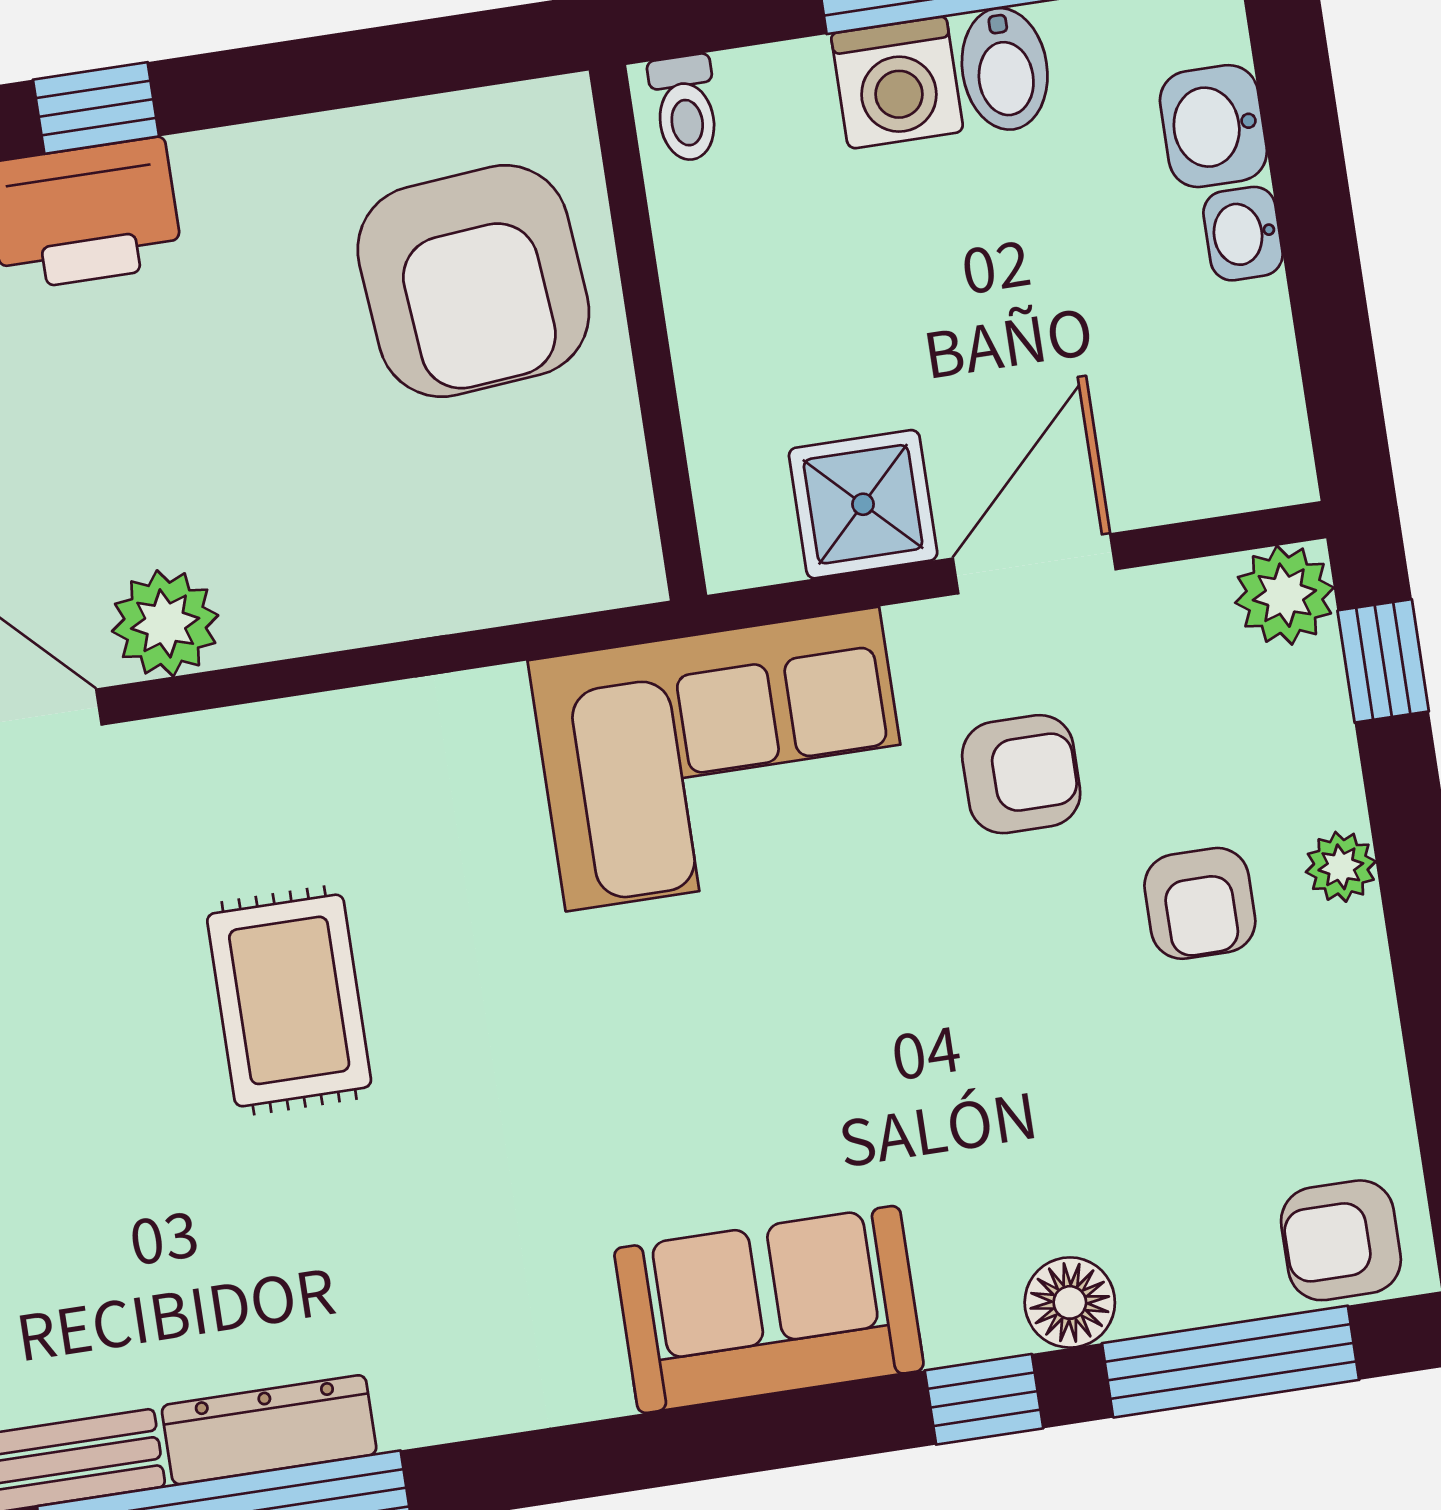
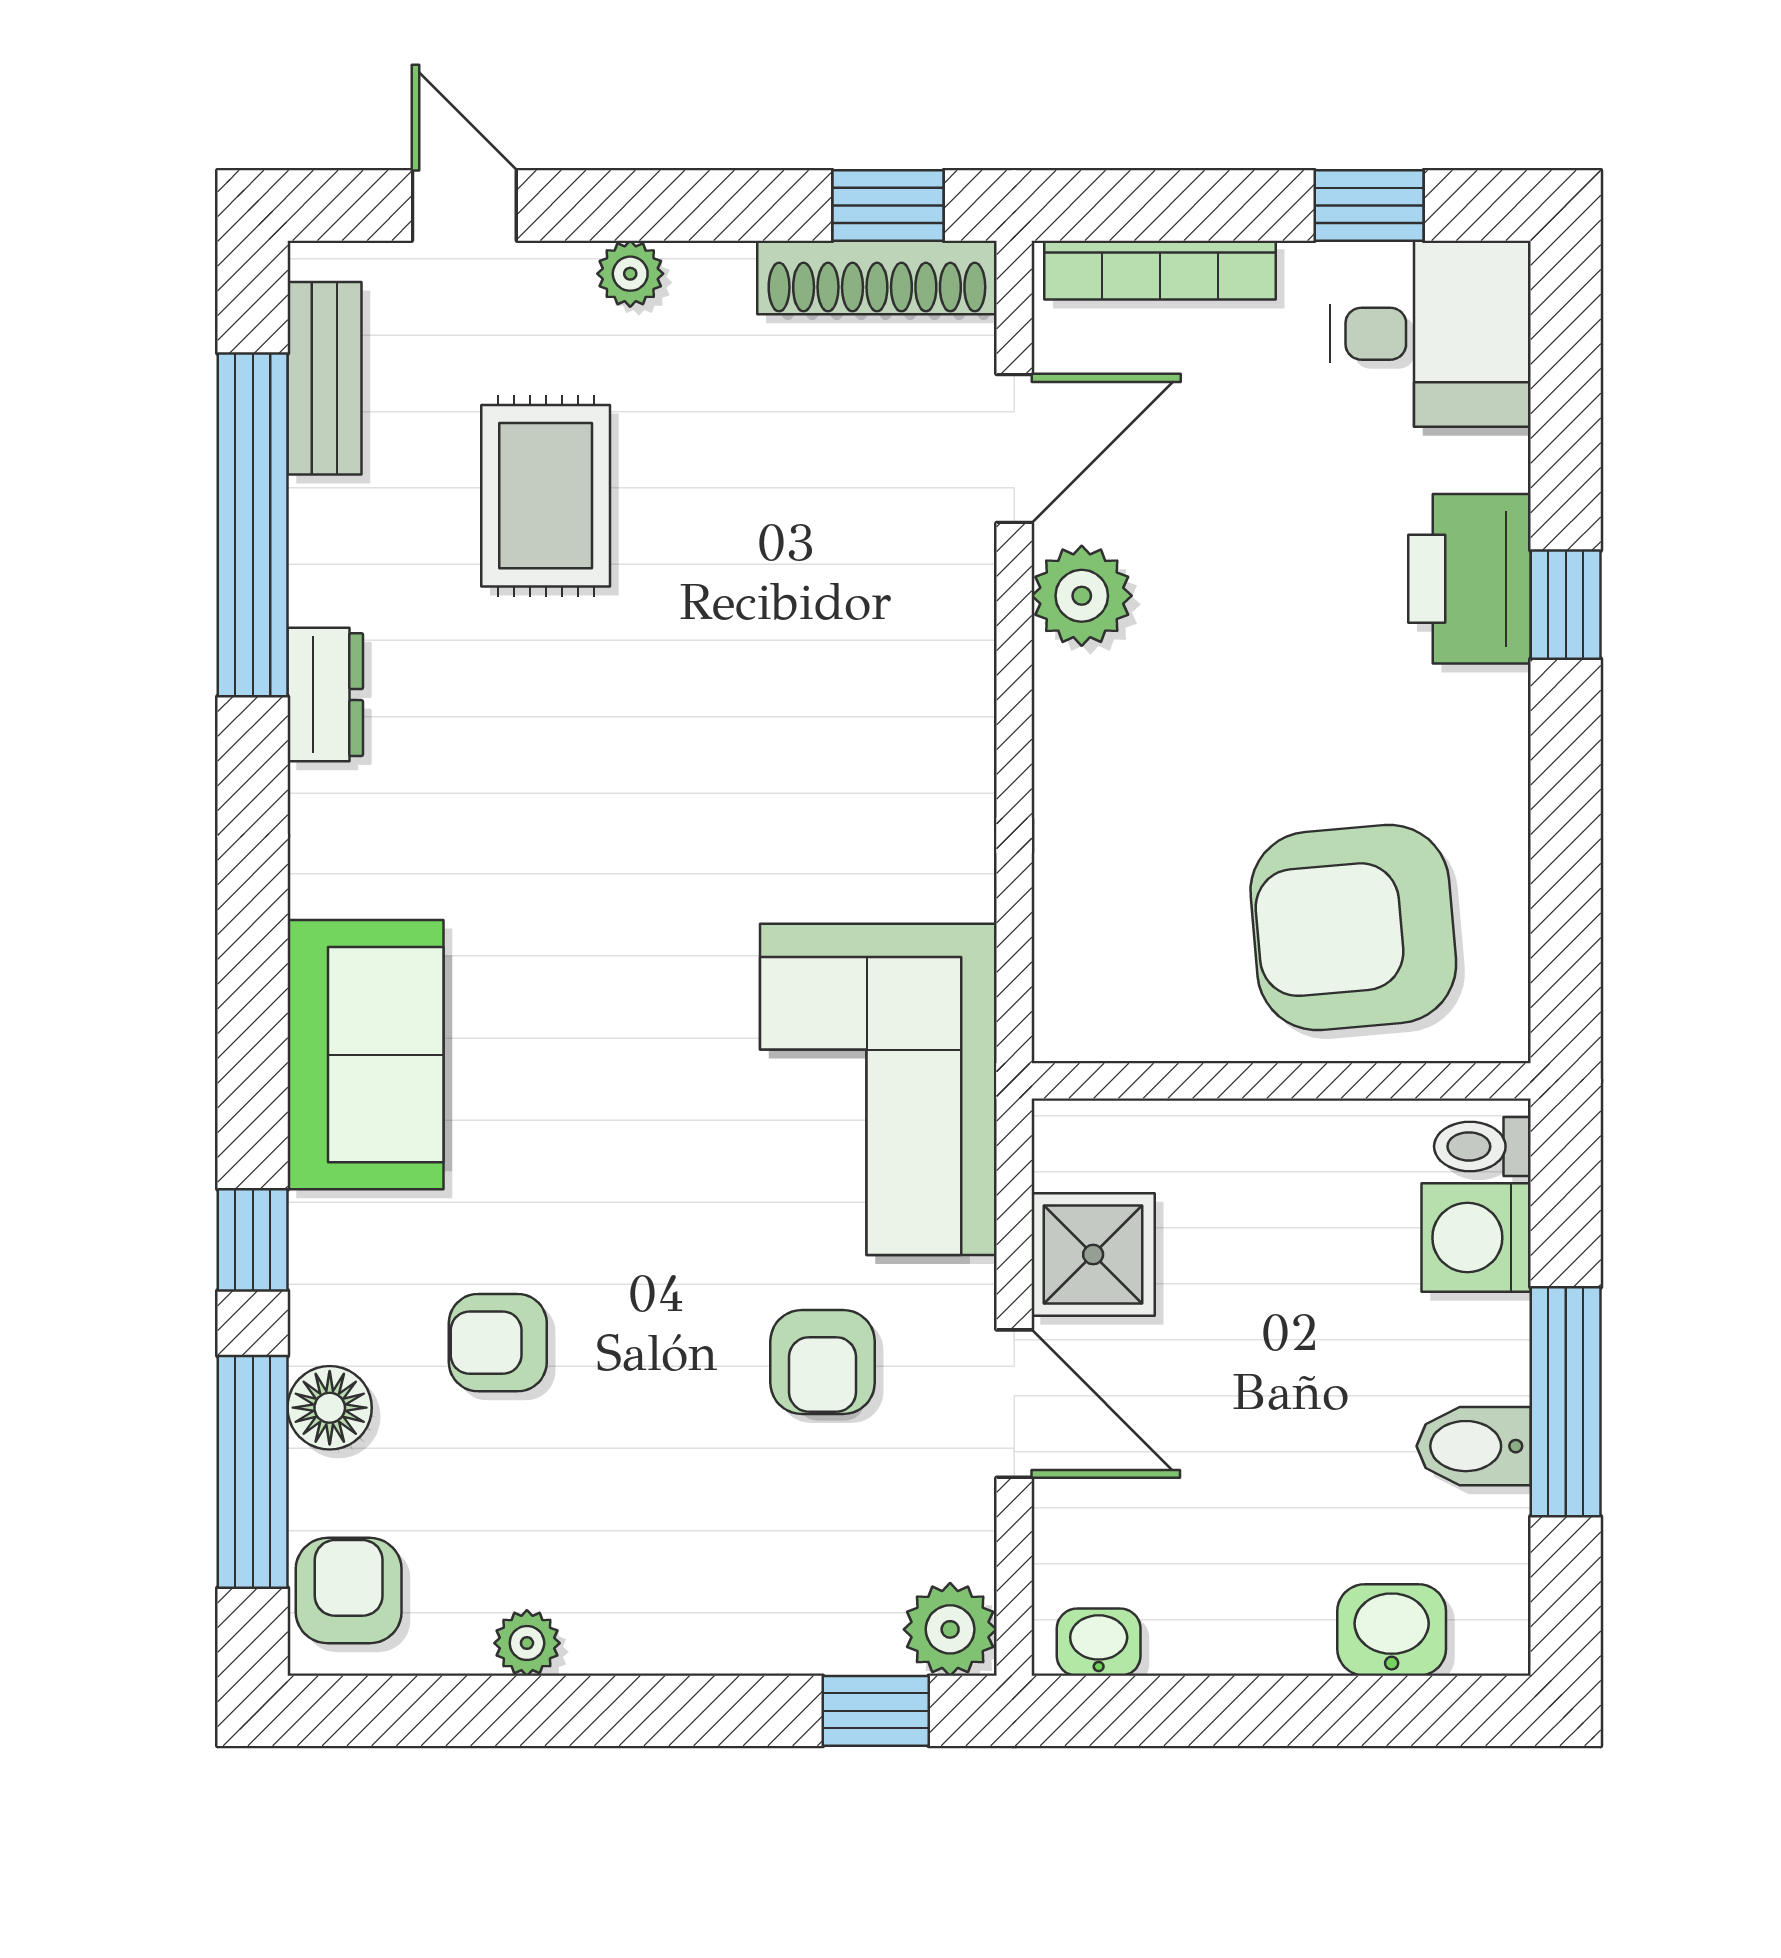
washing machine: (897, 83) -> (1476, 1238), moved
washbasin: (1243, 234) -> (1099, 1642), moved
plant: (1341, 867) -> (527, 1643), moved
armchair: (1200, 903) -> (498, 1343), moved
rug: (289, 1000) -> (546, 496), moved, turned 90
floor lamp: (1070, 1302) -> (330, 1408), moved
dresser: (269, 1430) -> (325, 695), moved, width x0.70

